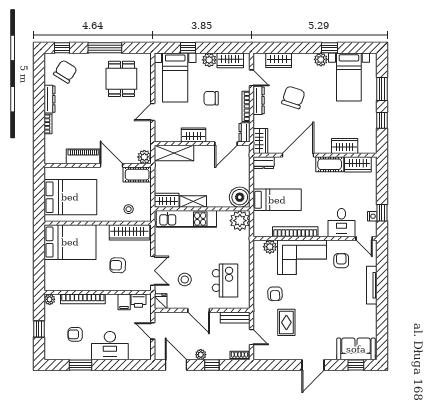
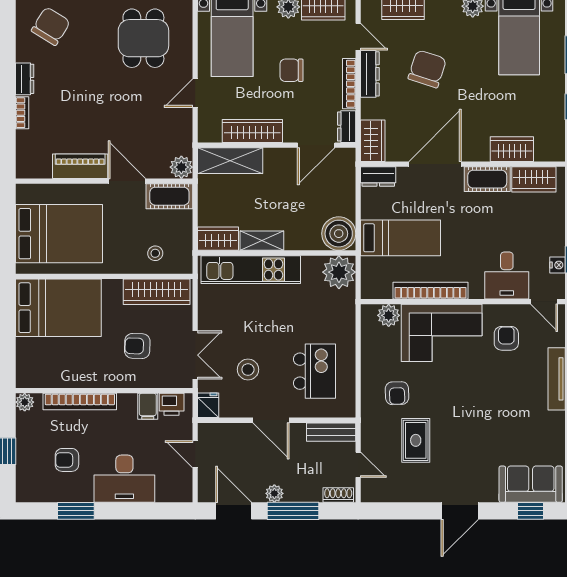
dresser: (49, 99) -> (25, 79), width x0.70
wardrobe: (193, 135) -> (252, 131), width x1.50
window: (212, 365) -> (293, 511), width x2.17

